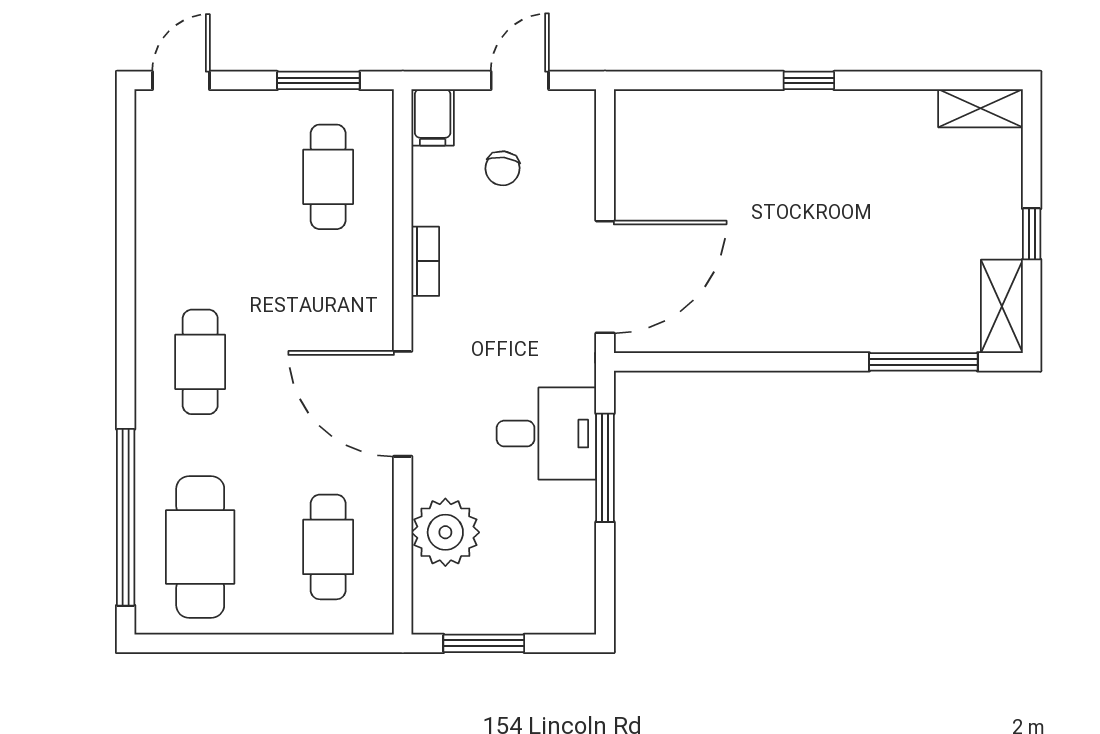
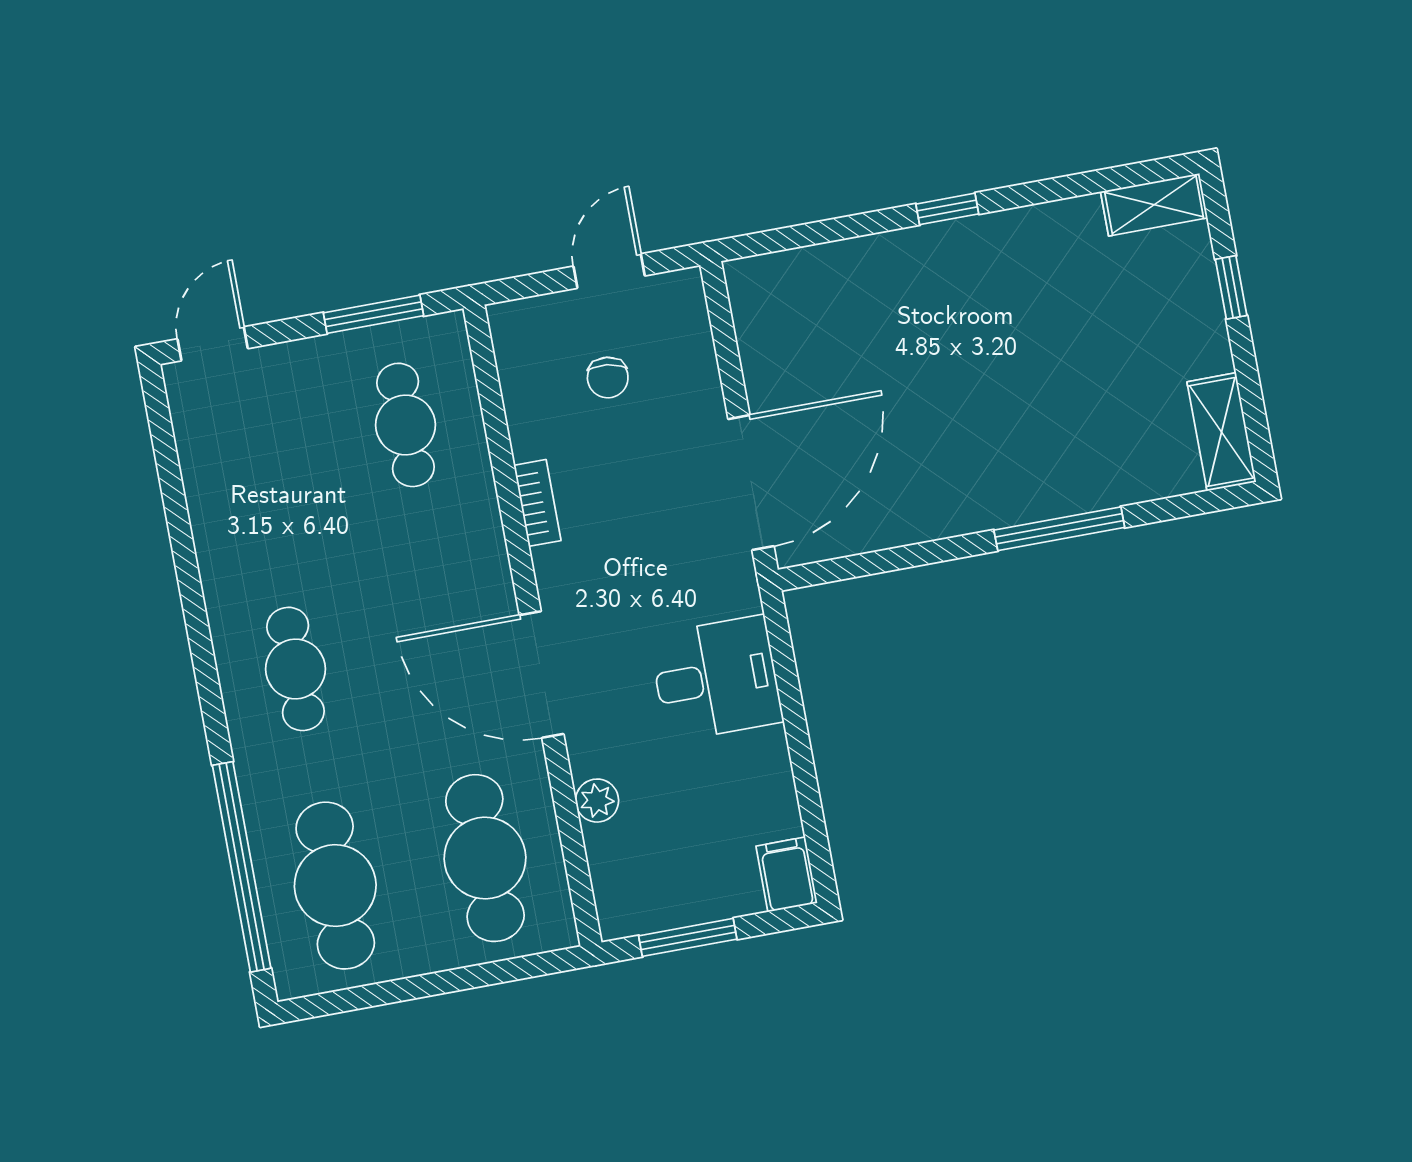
filing cabinet: (433, 117) -> (787, 875), moved, turned 180
window: (1032, 234) -> (1231, 287), moved
window: (923, 362) -> (1059, 529), moved
window: (605, 468) -> (792, 706), removed
plant: (445, 532) -> (597, 801), width x0.53, depth x0.53
cafe table: (328, 547) -> (485, 858), width x1.37, depth x1.35

